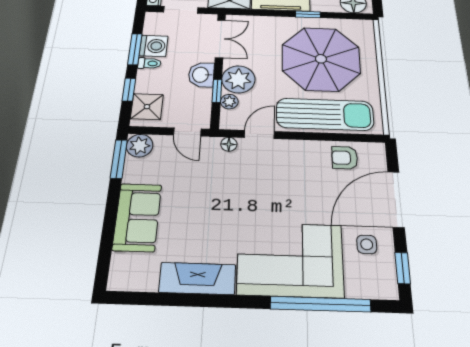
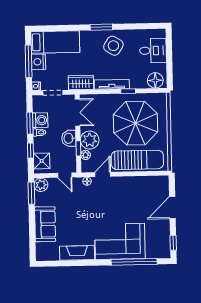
armchair: (345, 158) -> (147, 186), removed
door: (396, 199) -> (172, 207), width x0.73
side table: (367, 244) -> (157, 232), removed

